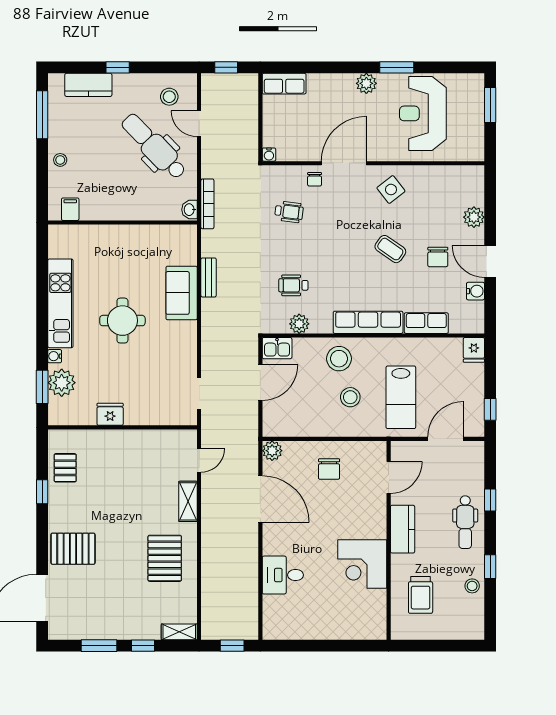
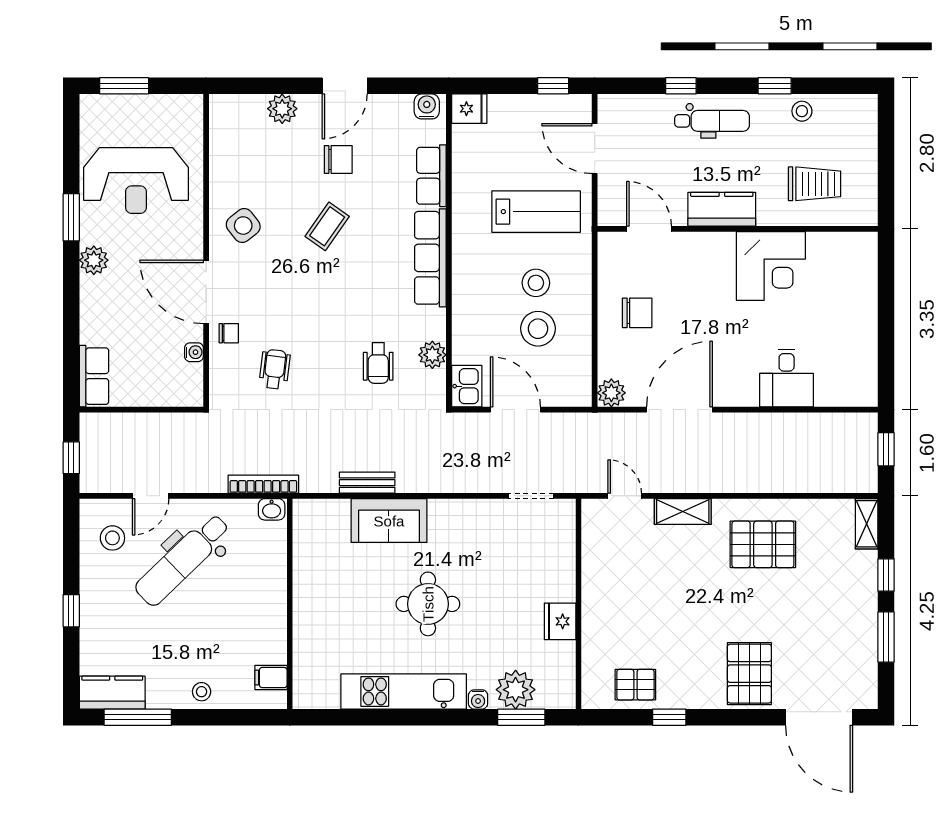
kitchen counter: (88, 85) -> (112, 693), moved, turned -90
water cooler: (269, 155) -> (194, 352), moved
water cooler: (475, 291) -> (427, 106), moved
stool: (339, 359) -> (538, 329), moved

